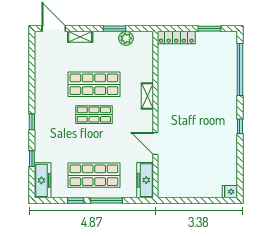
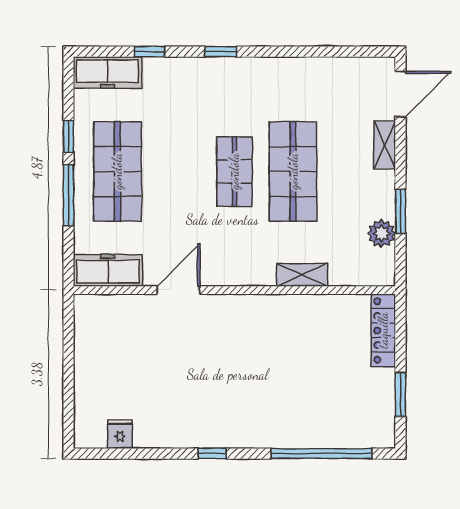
shelving: (147, 96) -> (302, 275), moved
fridge: (230, 192) -> (120, 434), moved

